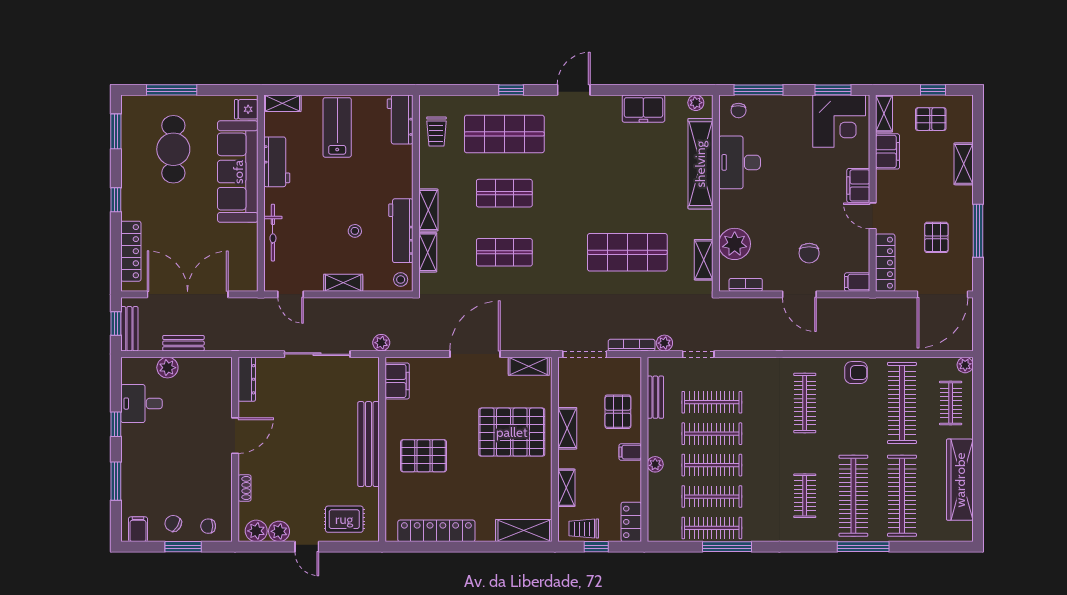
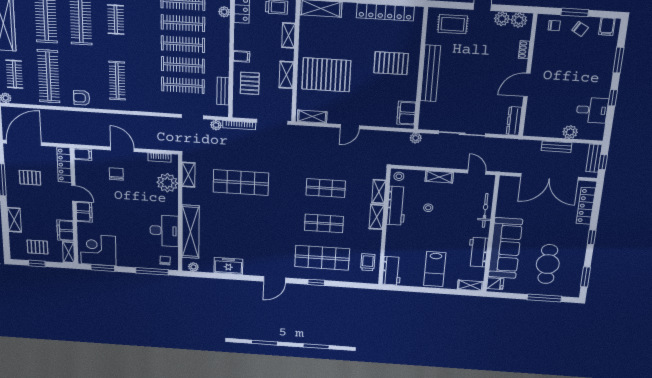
pallet: (936, 237) -> (30, 178), turned 90
door: (475, 354) -> (350, 127), width x0.53
plant: (655, 464) -> (224, 12), moved

